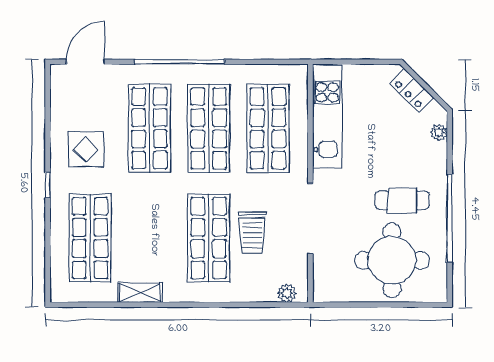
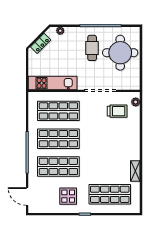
trolley: (252, 232) -> (117, 111), moved
shop shelf: (209, 238) -> (110, 139), removed

